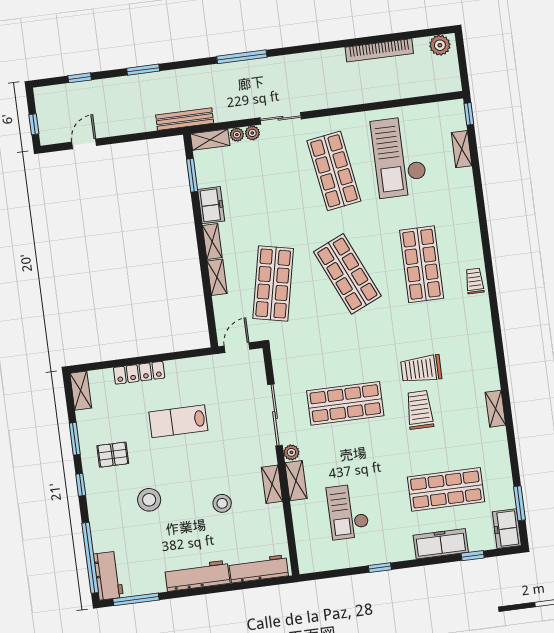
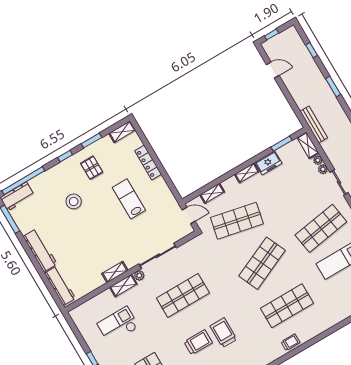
shelving: (217, 277) -> (212, 193), moved
shop shelf: (345, 403) -> (183, 295), turned 90
stool: (222, 503) -> (90, 247), removed

